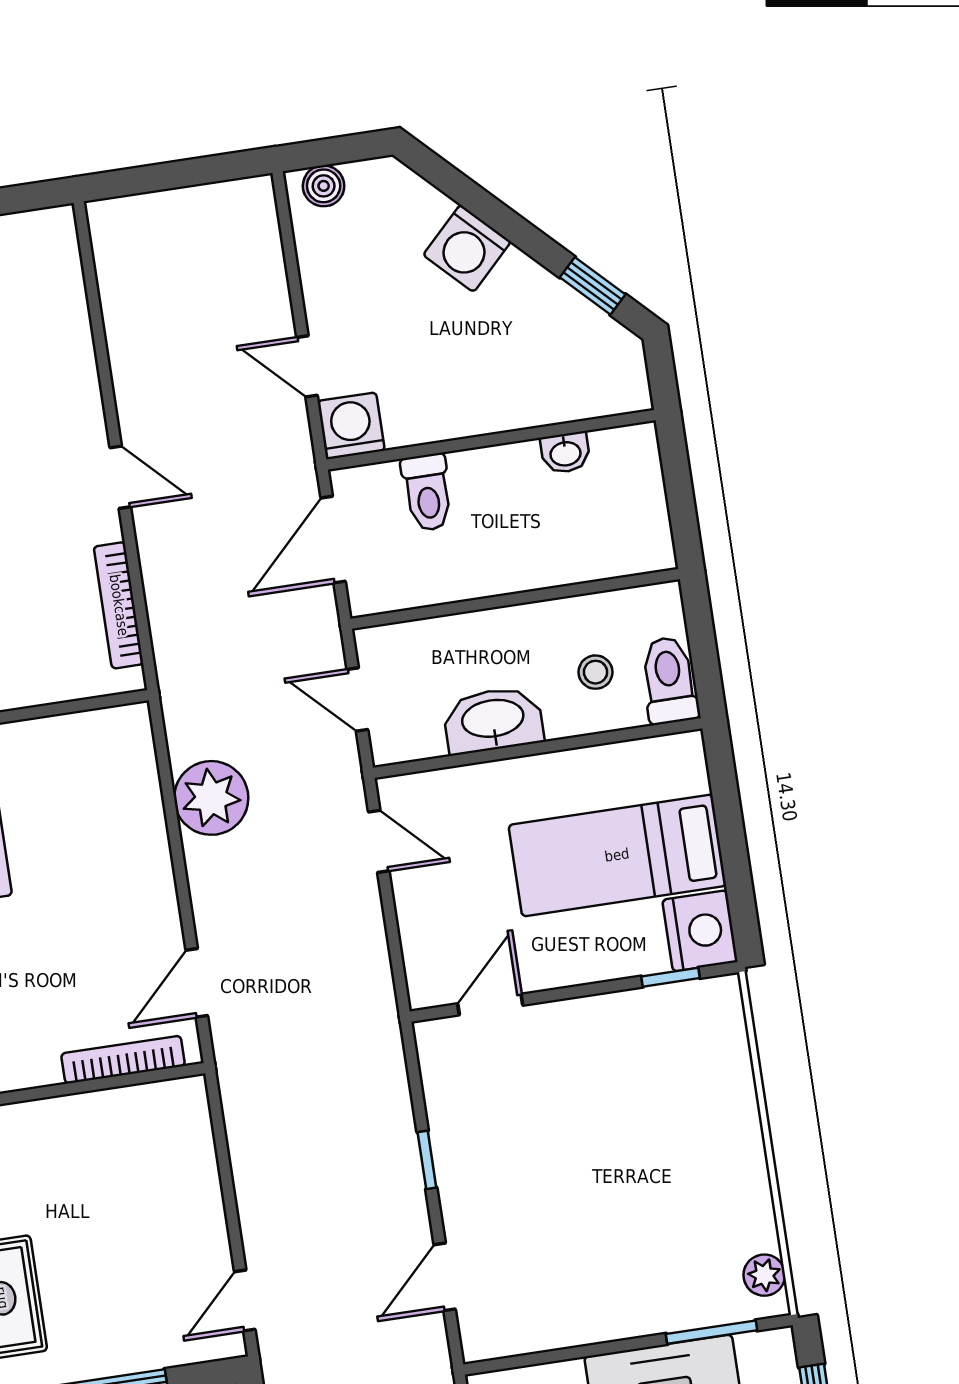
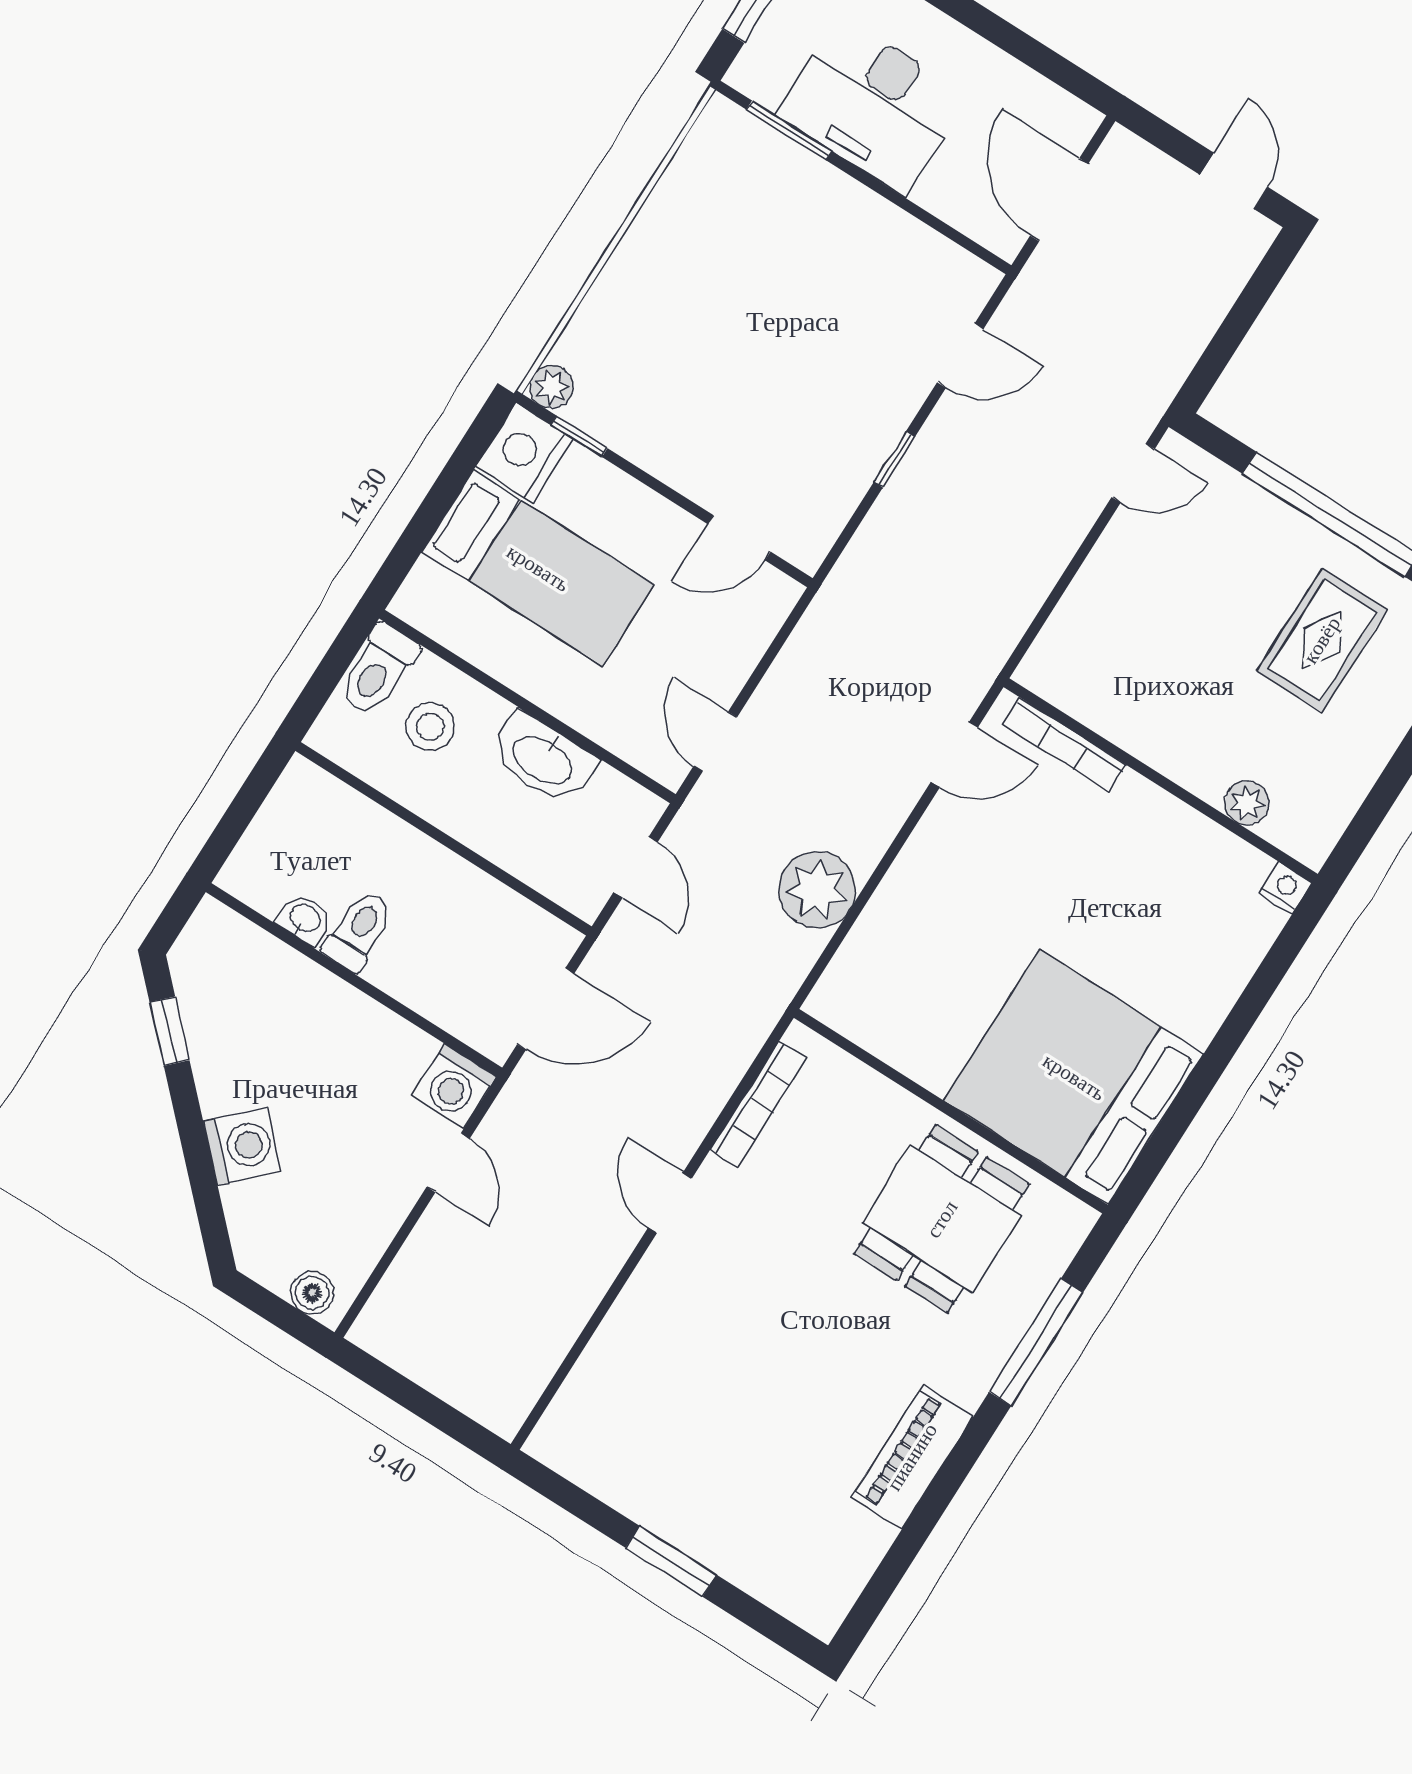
toilet: (427, 492) -> (359, 931), moved
stool: (596, 672) -> (430, 727), width x1.37, depth x1.37
plant: (764, 1275) -> (551, 387), moved

